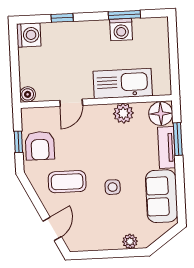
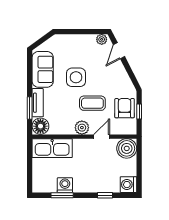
kitchen sink: (123, 83) -> (52, 148), moved
boiler: (28, 94) -> (127, 148), width x1.86, depth x1.86
plant: (123, 113) -> (82, 128), moved
coffee table: (67, 182) -> (92, 103), moved
side table: (113, 187) -> (76, 77), width x1.87, depth x1.87
plant: (130, 241) -> (102, 39), moved

